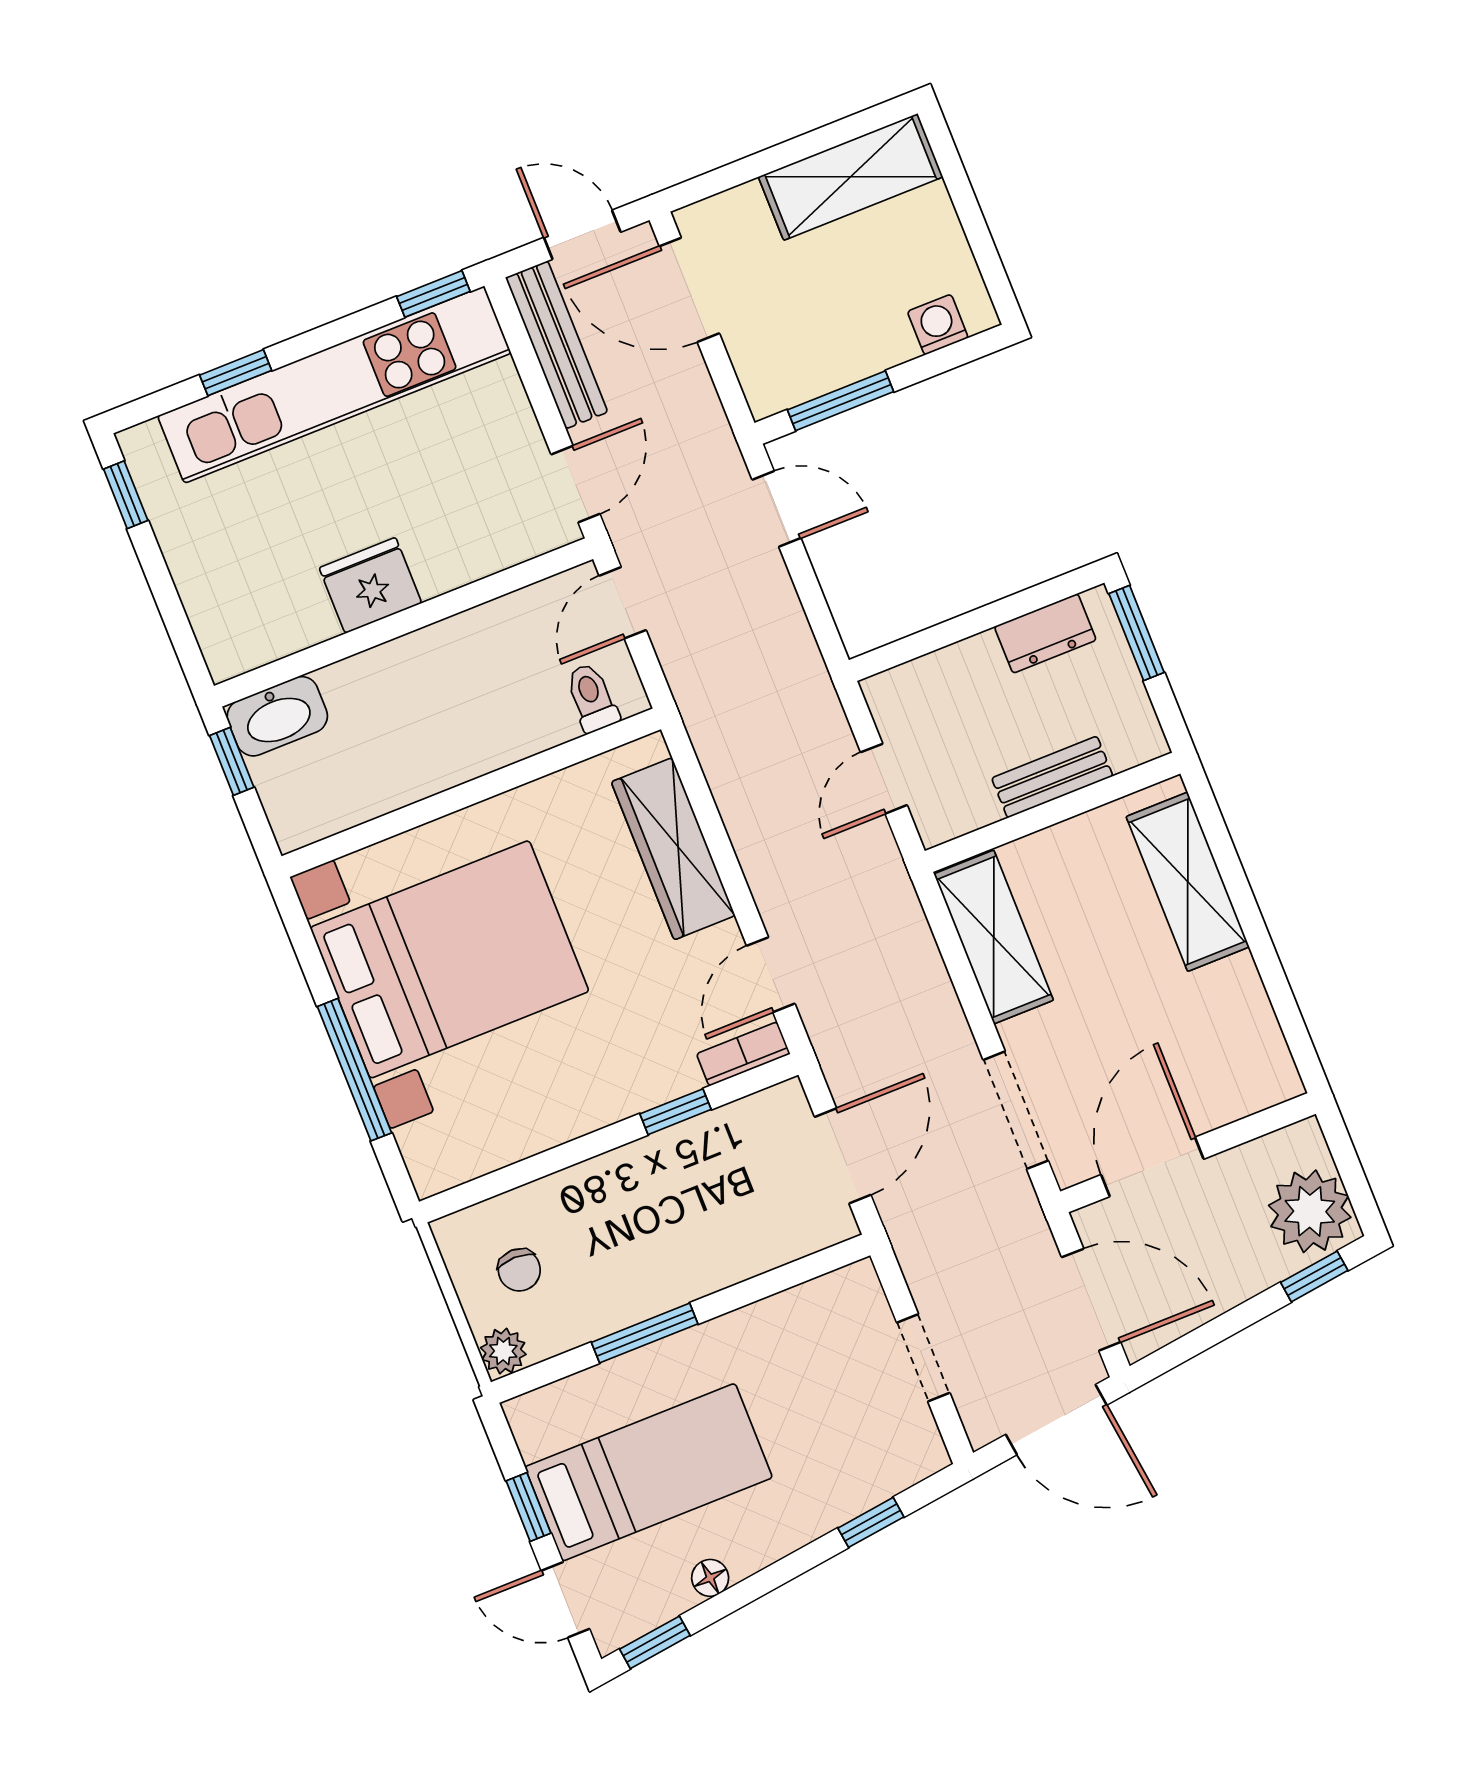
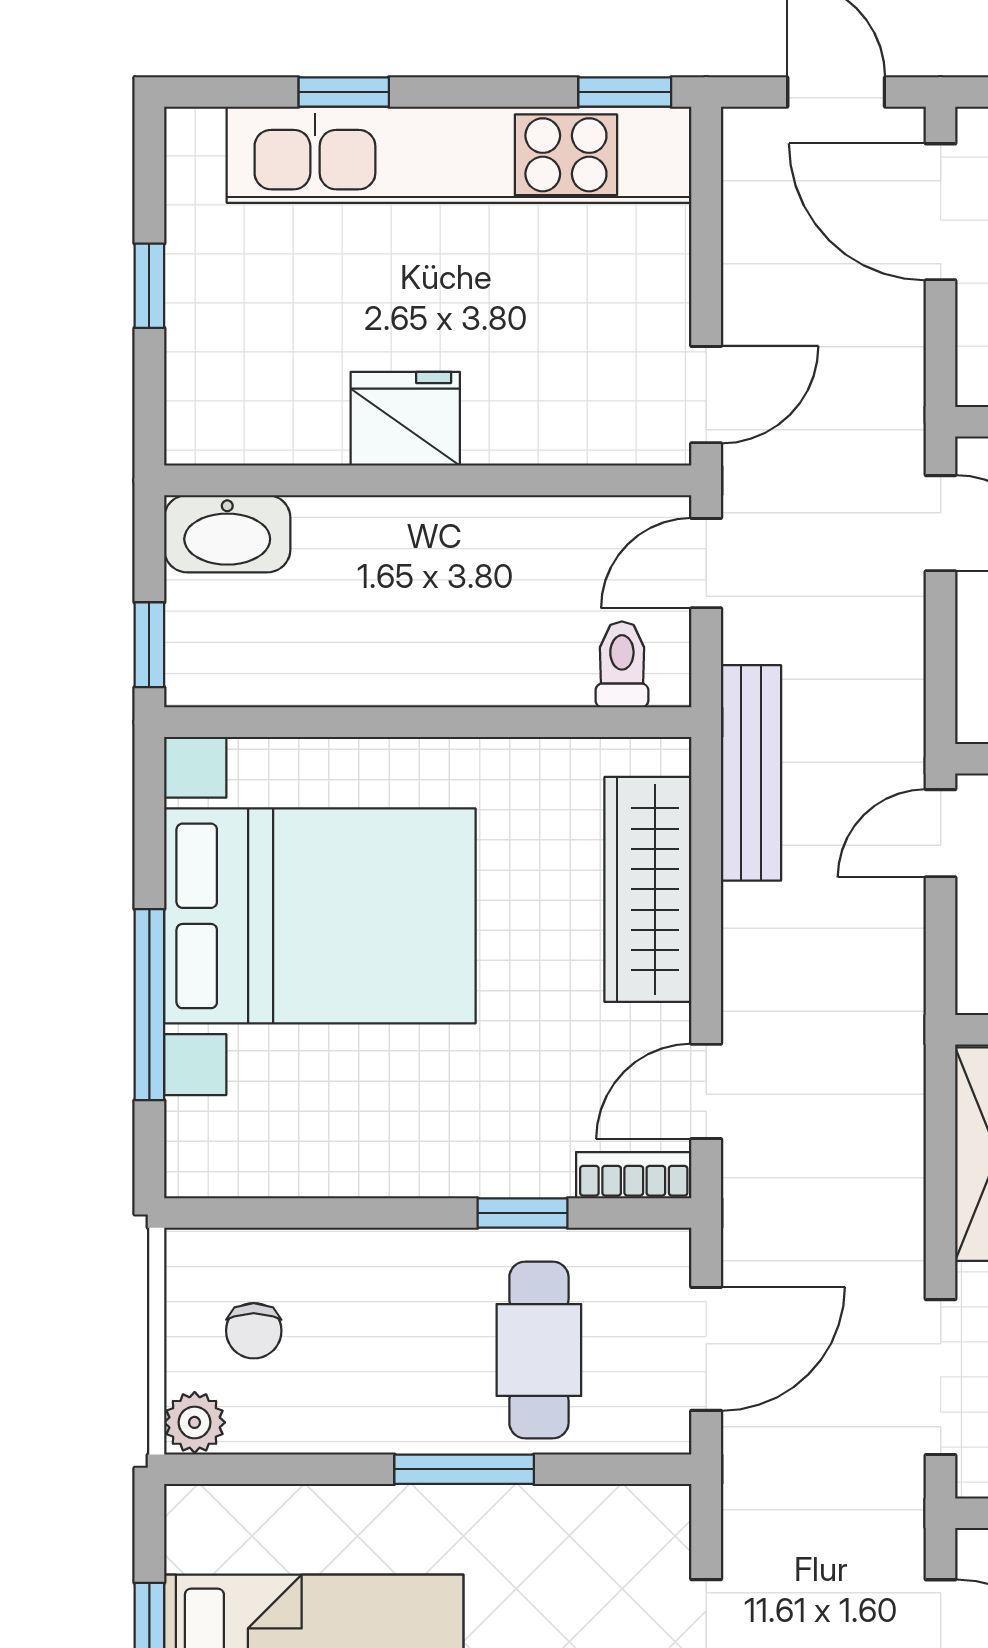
bench: (557, 345) -> (751, 773), moved
window: (126, 495) -> (149, 286), moved
window: (232, 761) -> (149, 645), moved
door: (884, 779) -> (941, 833), moved
cafe table: (725, 1204) -> (539, 1350), added
window: (645, 1333) -> (464, 1469), moved

